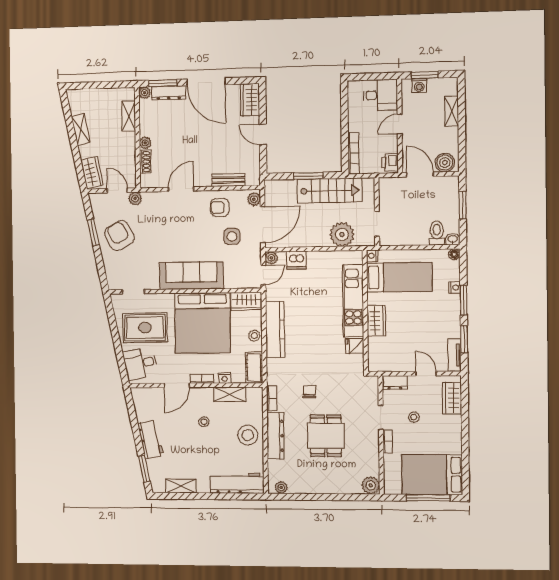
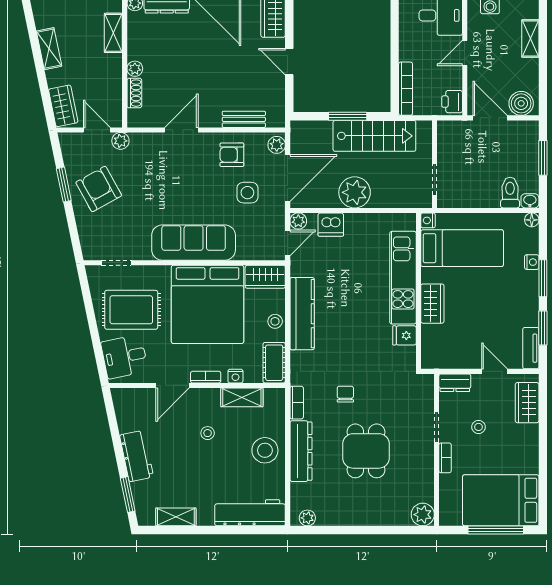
plant: (342, 234) -> (355, 192), moved

